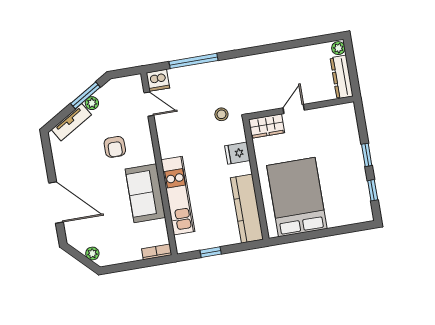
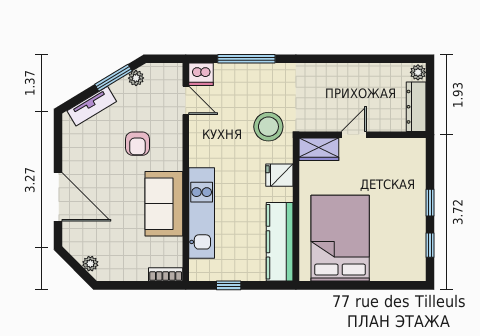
plant: (92, 103) -> (136, 78), moved
stool: (221, 114) -> (268, 127), width x1.89, depth x1.89

